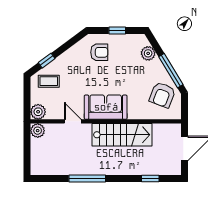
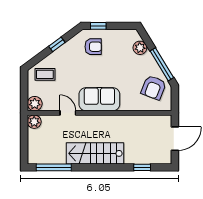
window: (117, 30) -> (98, 26), moved
window: (47, 61) -> (57, 44), moved
stairs: (122, 135) -> (95, 153), moved, turned 180
window: (87, 178) -> (54, 167), moved

